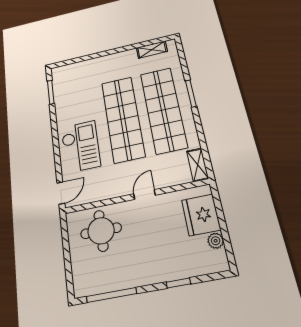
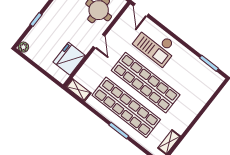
door: (145, 195) -> (99, 41), moved
fridge: (201, 215) -> (69, 59), moved, turned -90
plant: (216, 241) -> (23, 47), moved

